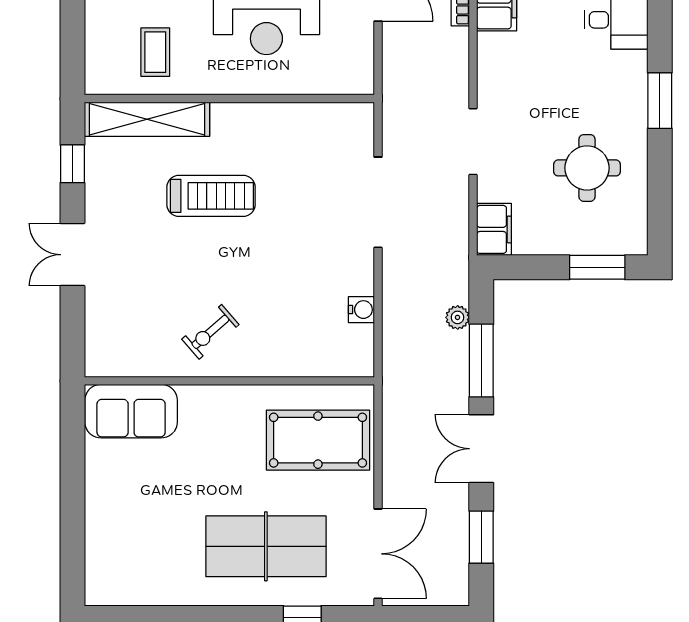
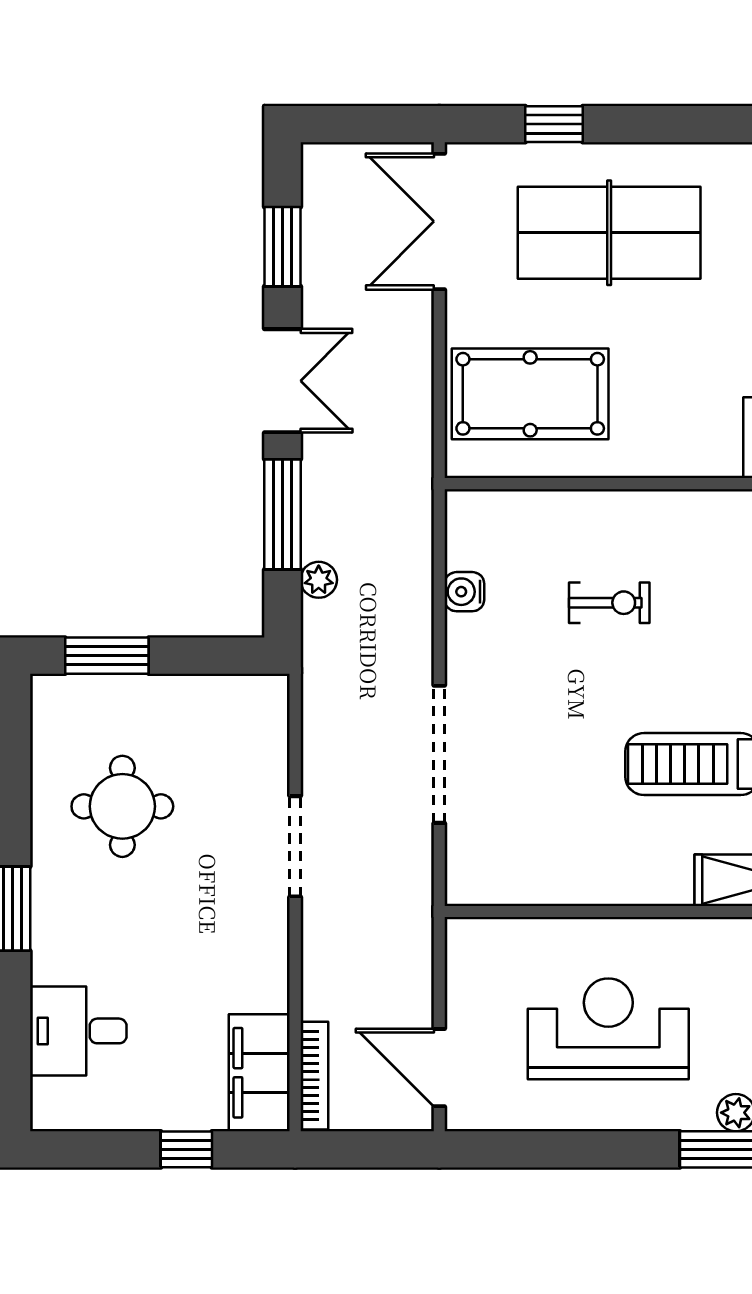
filing cabinet: (494, 229) -> (263, 713), removed
exercise bike: (210, 332) -> (609, 603), moved, turned 41

